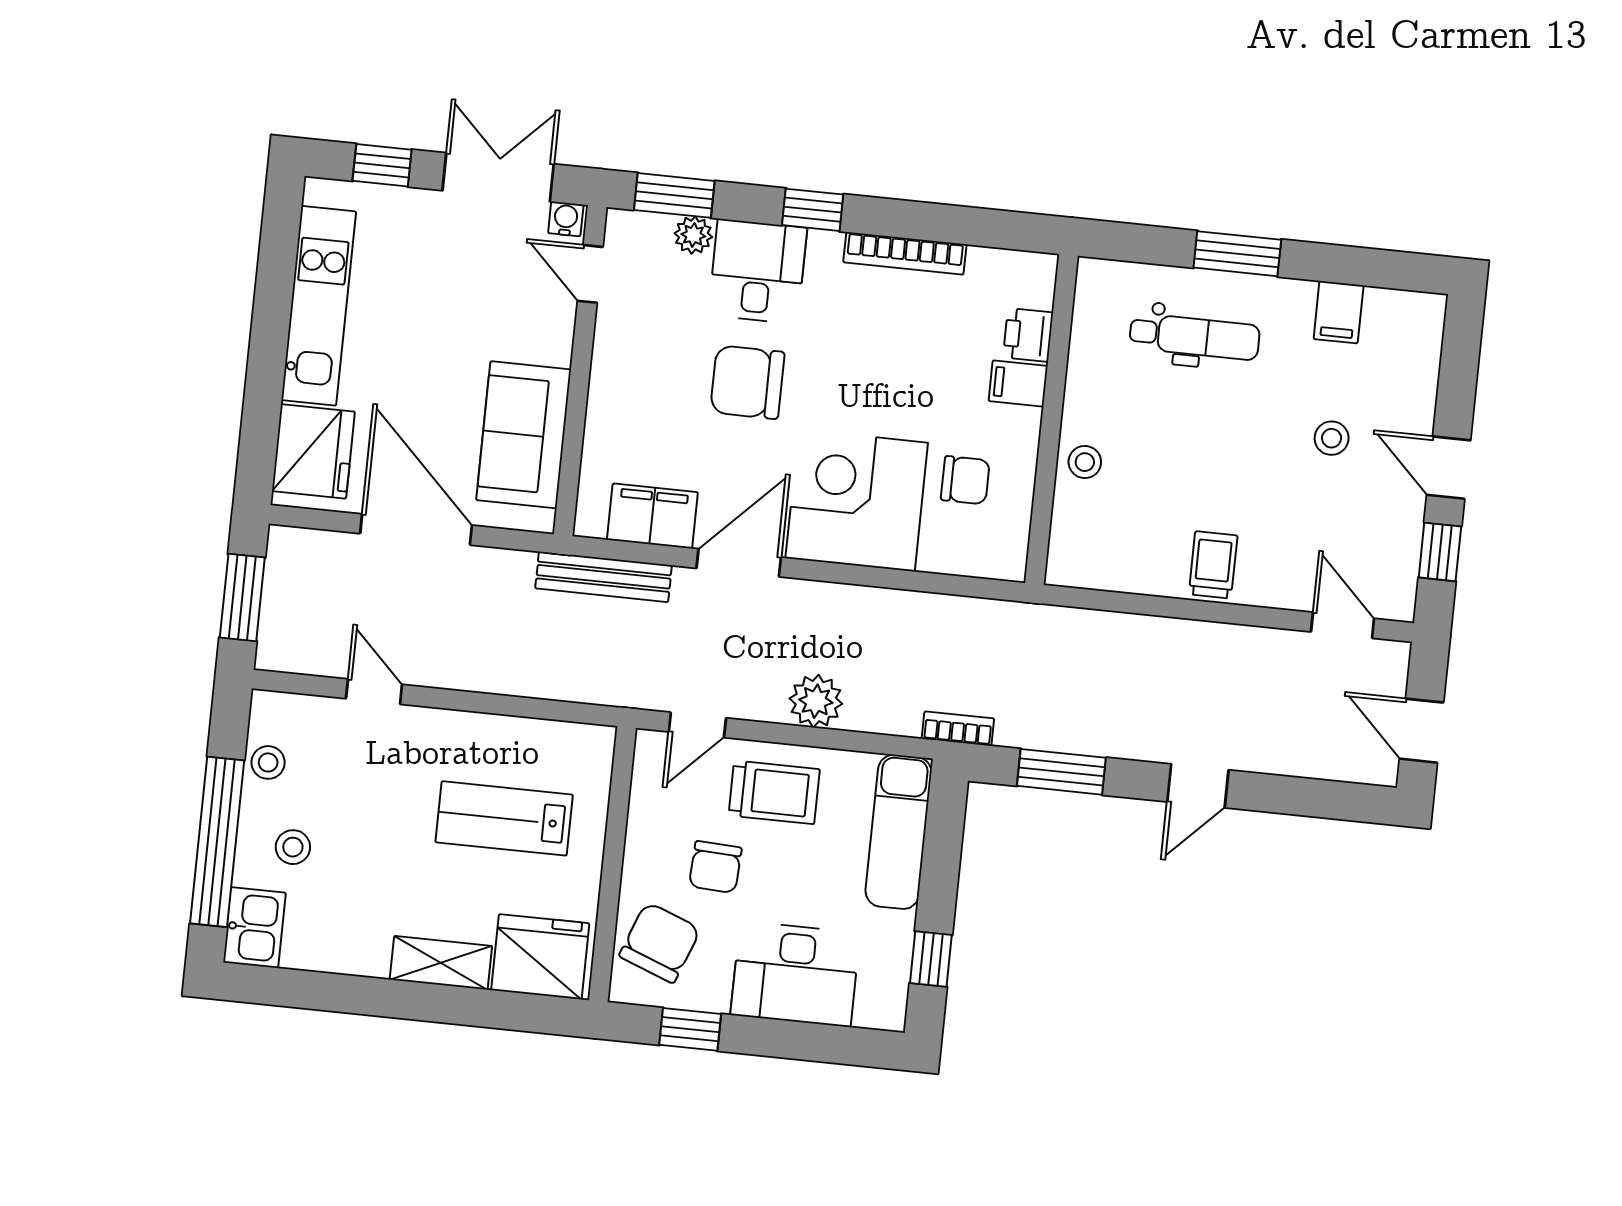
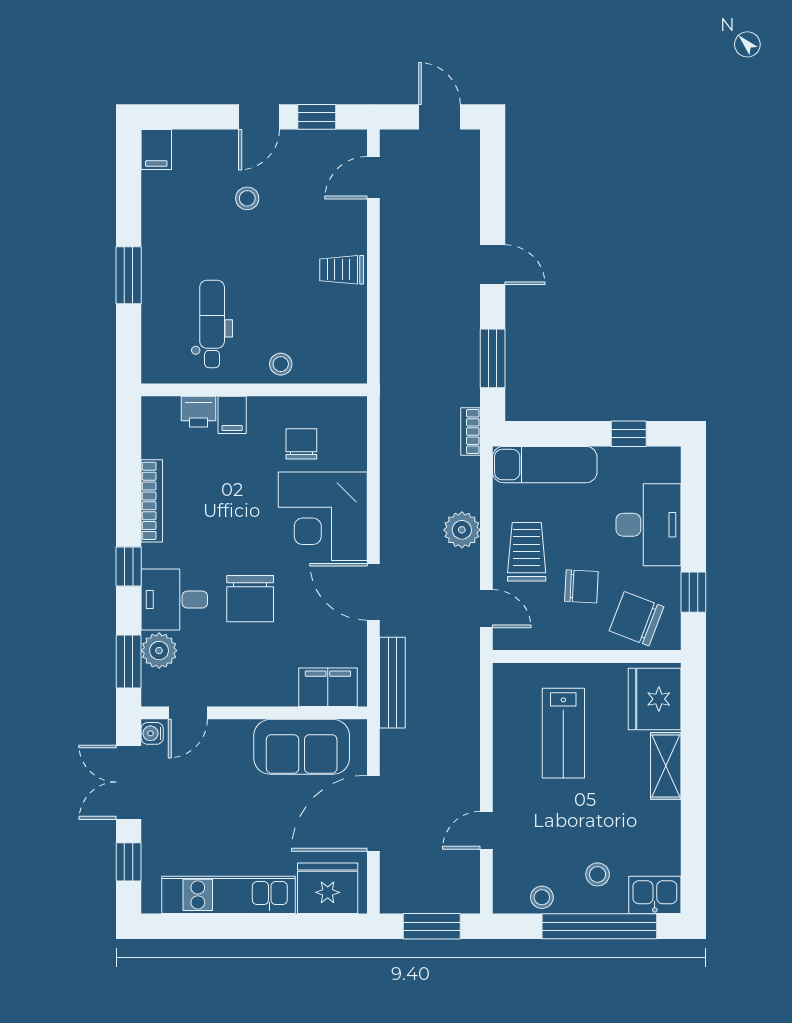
plant: (693, 235) -> (159, 651), width x1.38, depth x1.38
filing cabinet: (1339, 312) -> (156, 149), moved, turned 90
dental chair: (1195, 337) -> (212, 324), moved
filing cabinet: (652, 516) -> (328, 687), moved, turned 90
door: (1421, 731) -> (439, 117), swing flipped

